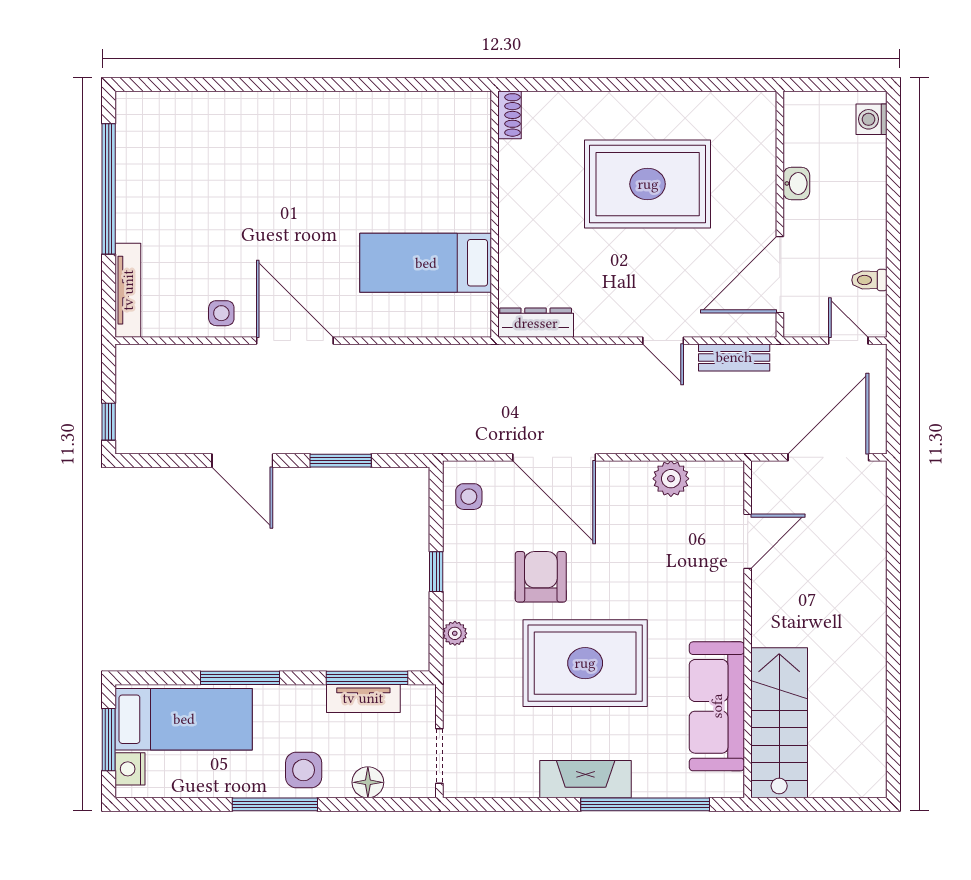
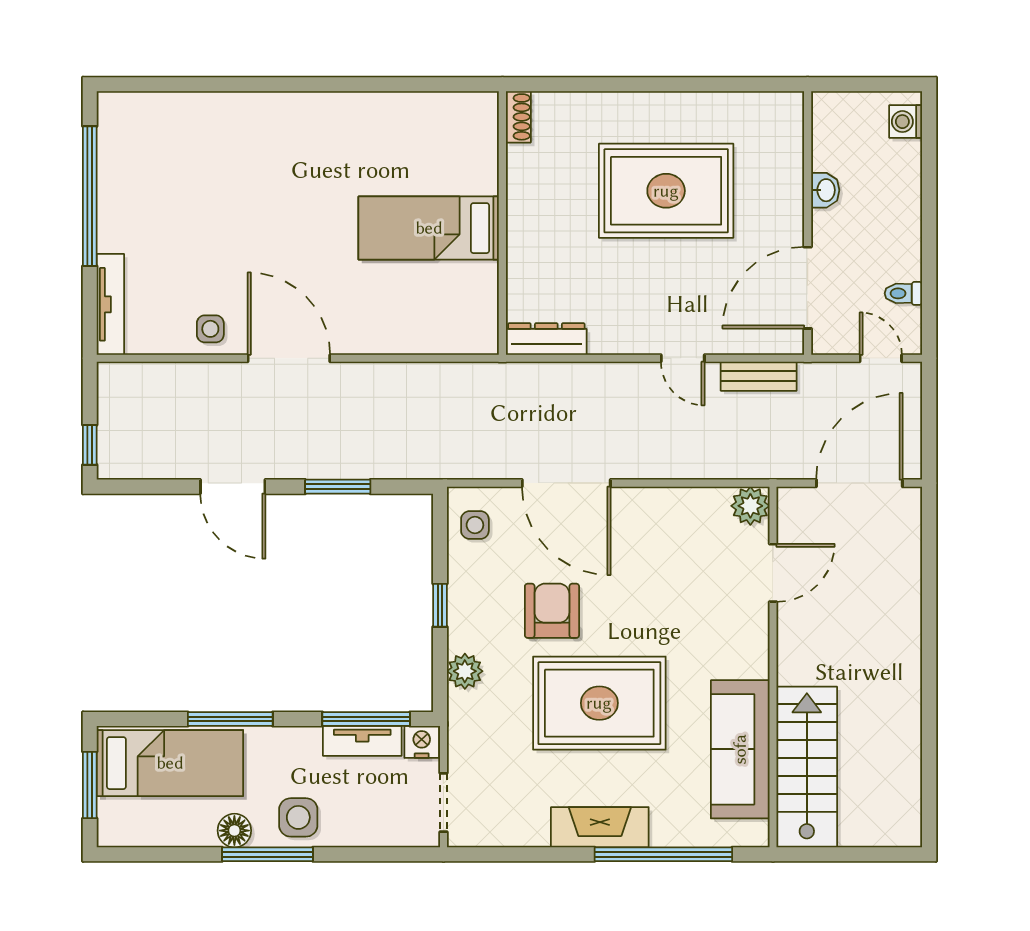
bed: (426, 263) -> (429, 228), moved
plant: (671, 479) -> (750, 506), moved
plant: (455, 633) -> (465, 671), width x1.38, depth x1.38
nightstand: (130, 769) -> (422, 742), moved, turned 90
floor lamp: (368, 782) -> (234, 831), moved

